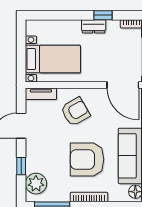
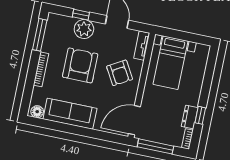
dresser: (94, 26) -> (190, 117), moved
armchair: (87, 159) -> (80, 65), moved
plant: (36, 184) -> (84, 29), moved

